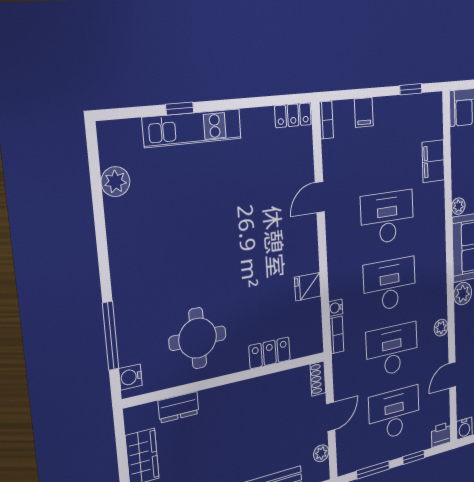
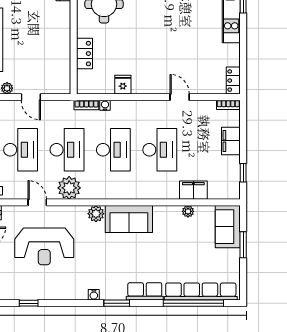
filing cabinet: (364, 112) -> (231, 141), width x2.00
plant: (458, 206) -> (188, 211), moved
plant: (441, 328) -> (69, 188), width x1.88, depth x1.88
shoe rack: (318, 379) -> (60, 89), removed

